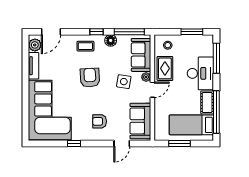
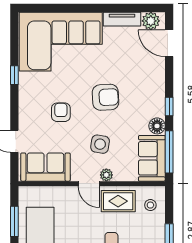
coffee table: (85, 46) -> (149, 91), removed
sofa: (141, 55) -> (152, 158), moved, turned -90
armchair: (100, 121) -> (61, 112), moved

